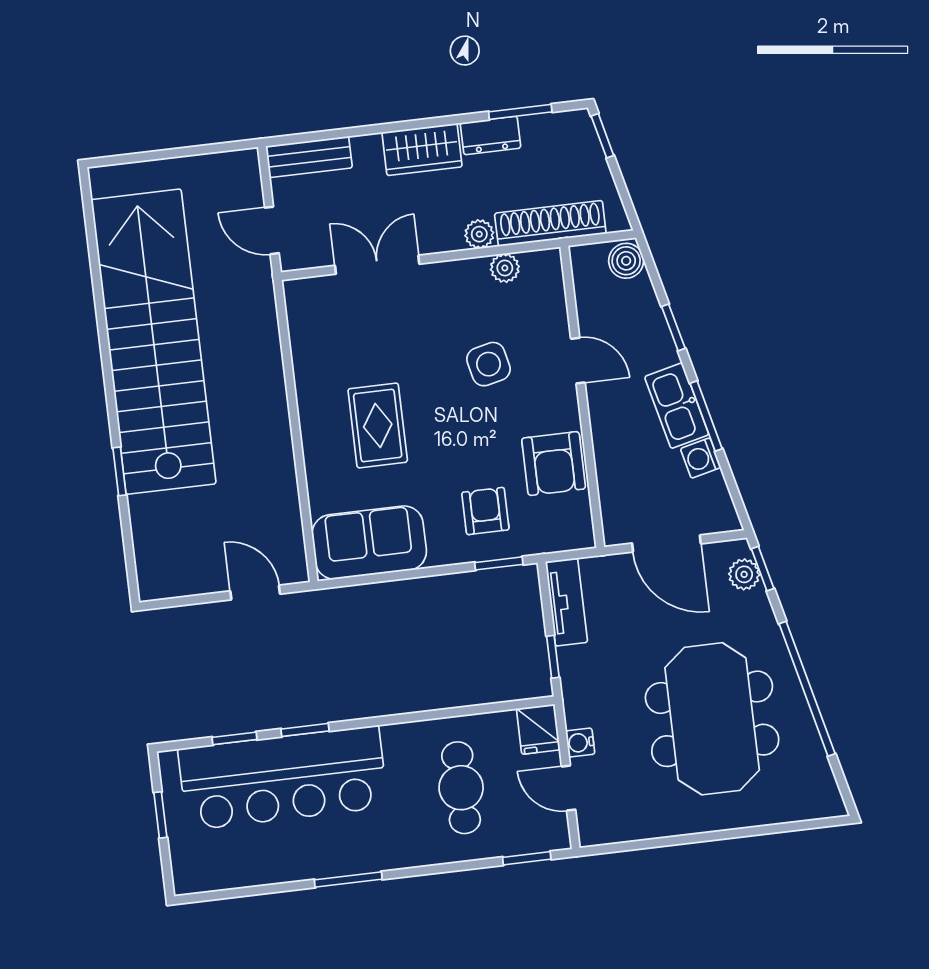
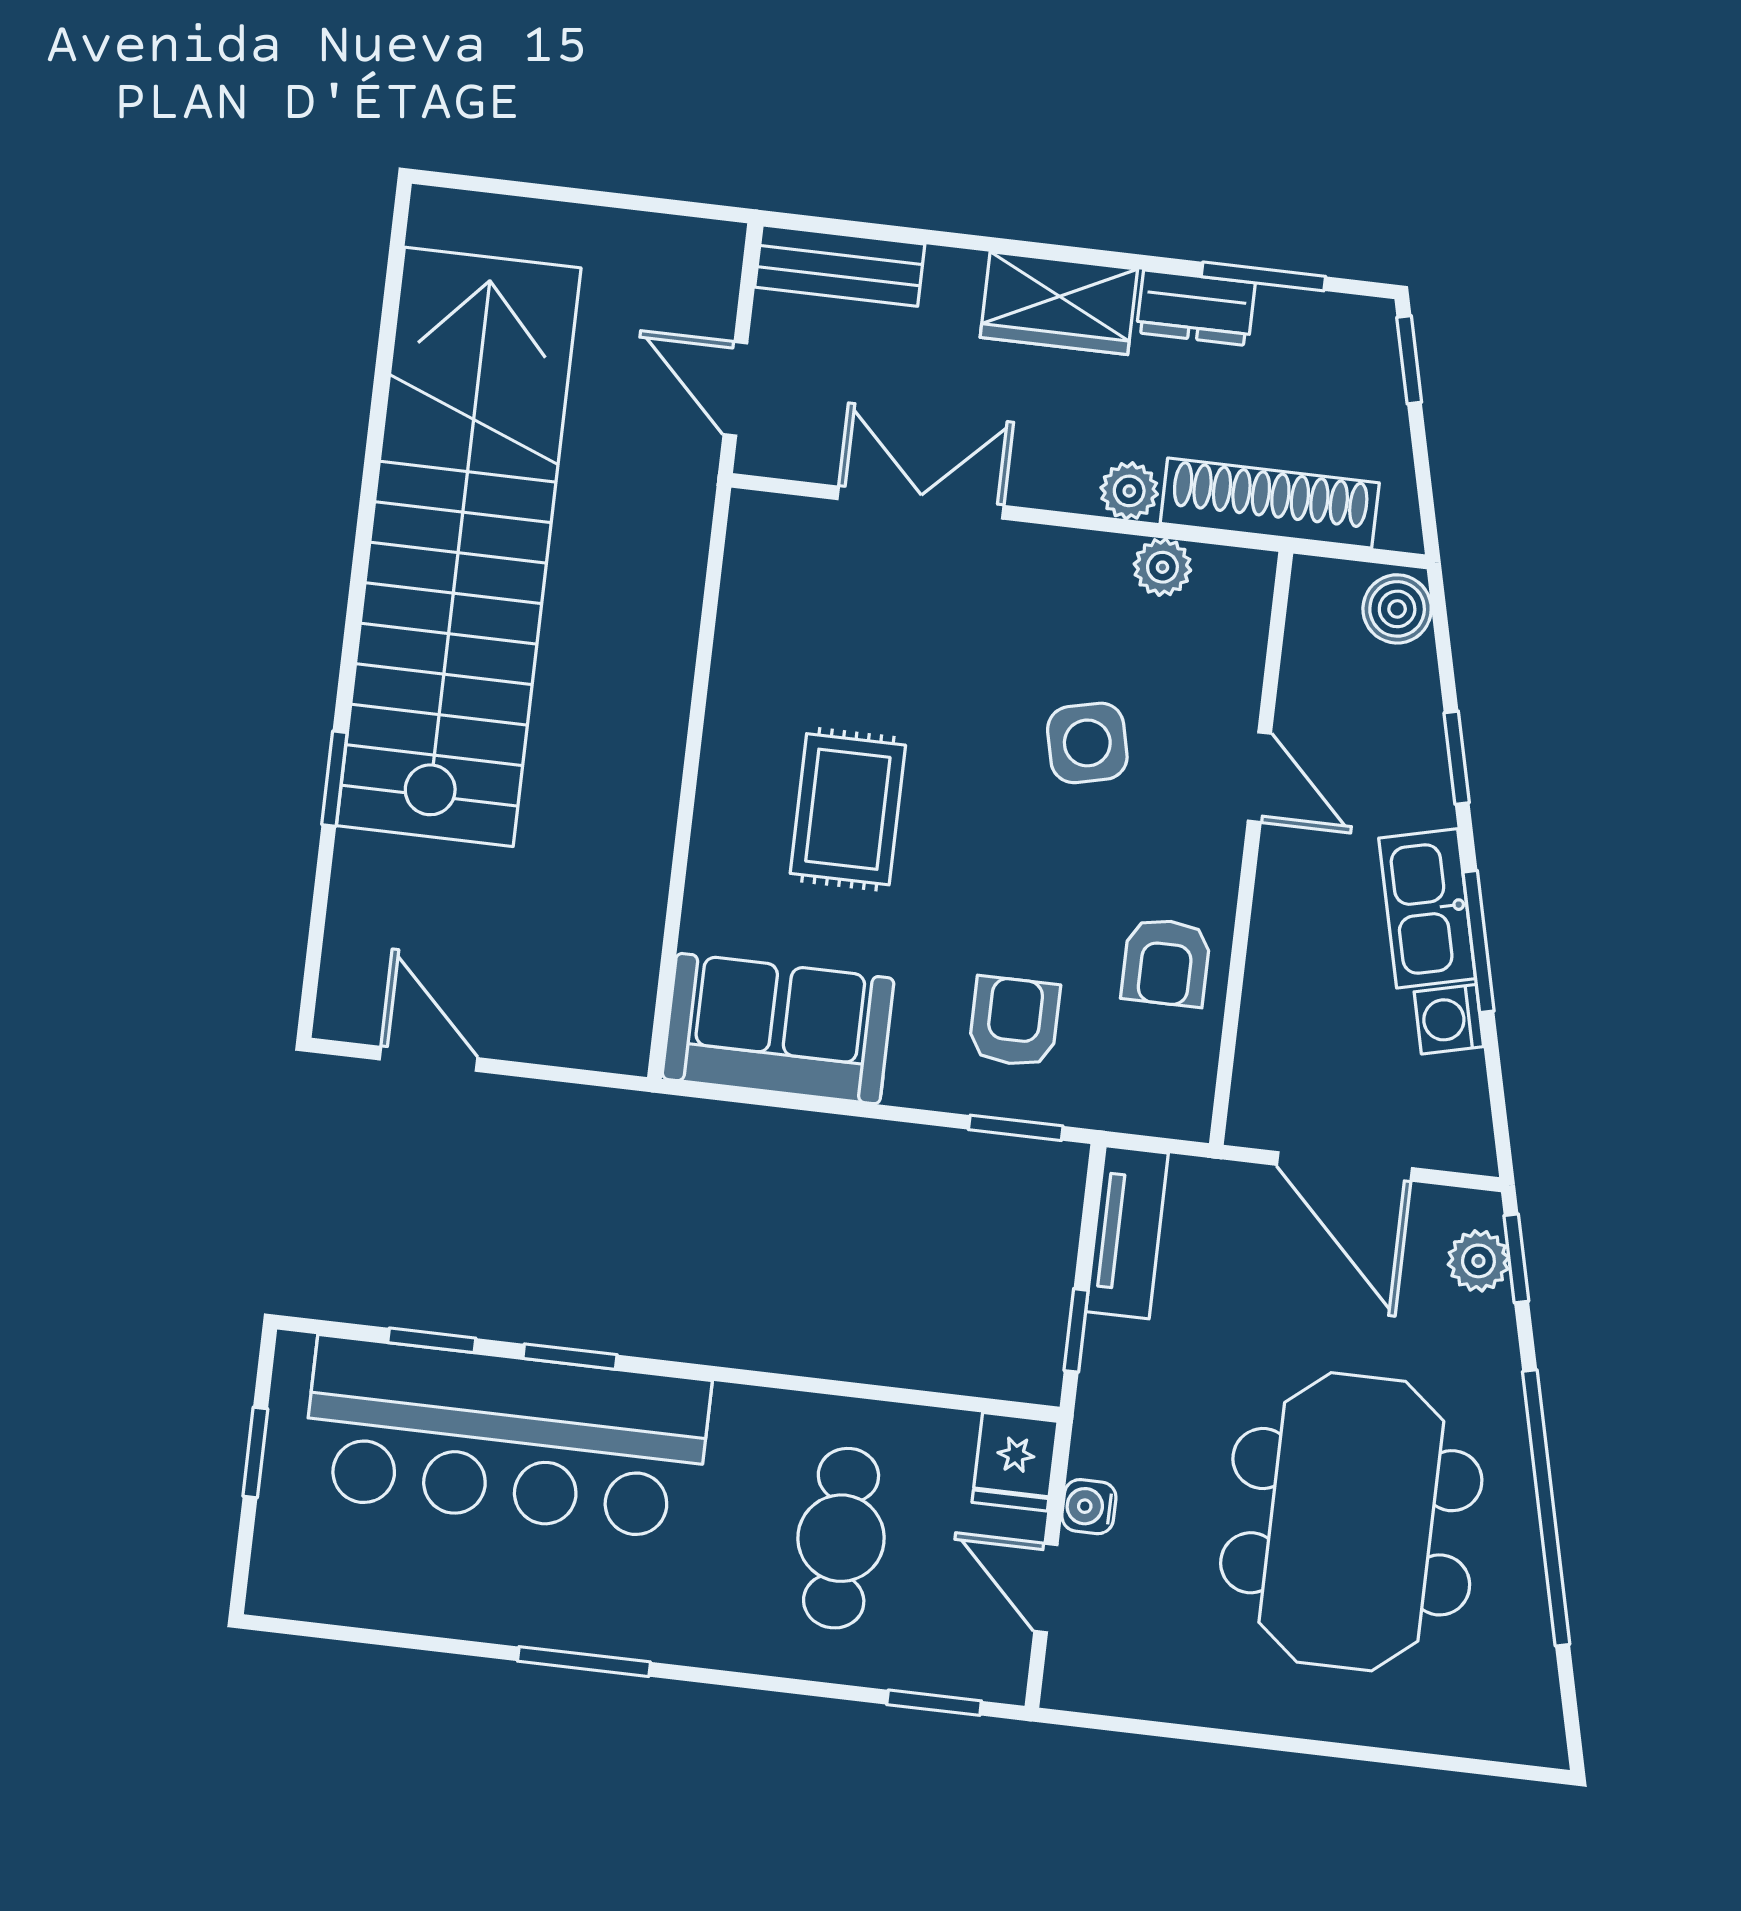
armchair: (554, 463) -> (1166, 962), width x0.72, depth x0.72
door: (255, 593) -> (428, 1059), moved

